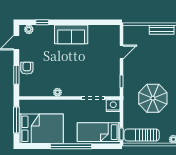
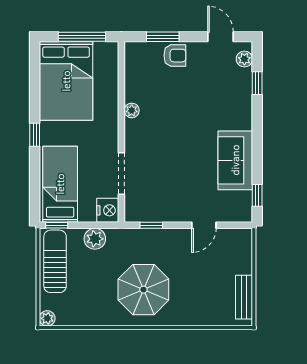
window: (105, 22) -> (257, 195), added
sofa: (71, 34) -> (235, 160), moved
door: (122, 52) -> (204, 225), hinge flipped
parasol: (153, 98) -> (143, 290), moved
plant: (129, 113) -> (95, 239), added
window: (71, 146) -> (35, 135), width x0.32

